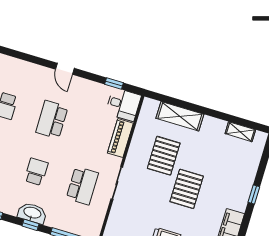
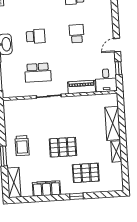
door: (65, 69) -> (117, 45), moved
school desk: (52, 120) -> (77, 34), width x0.54
shelving: (240, 132) -> (116, 151), moved
pallet: (164, 156) -> (86, 173), moved

